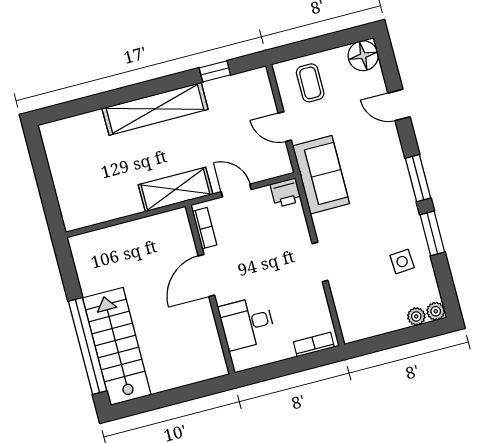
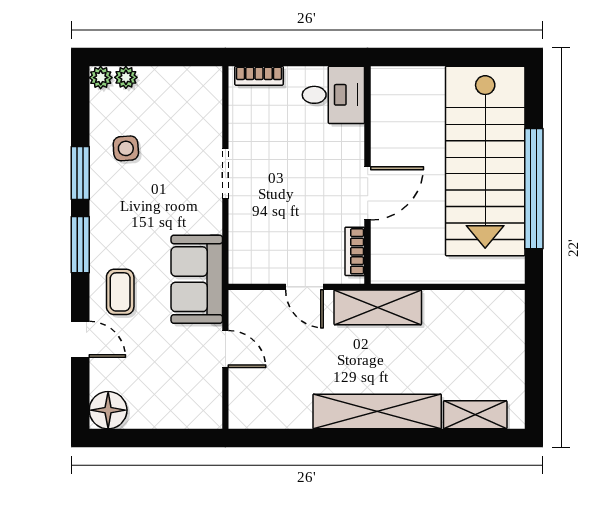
window: (215, 71) -> (293, 438), removed
coffee table: (310, 83) -> (120, 292), moved
shelving: (79, 126) -> (475, 415), added
printer: (286, 193) -> (245, 269), removed
desk: (247, 323) -> (333, 95), moved
window: (88, 346) -> (534, 189), moved
stairs: (117, 346) -> (485, 161), width x1.36, depth x1.51

